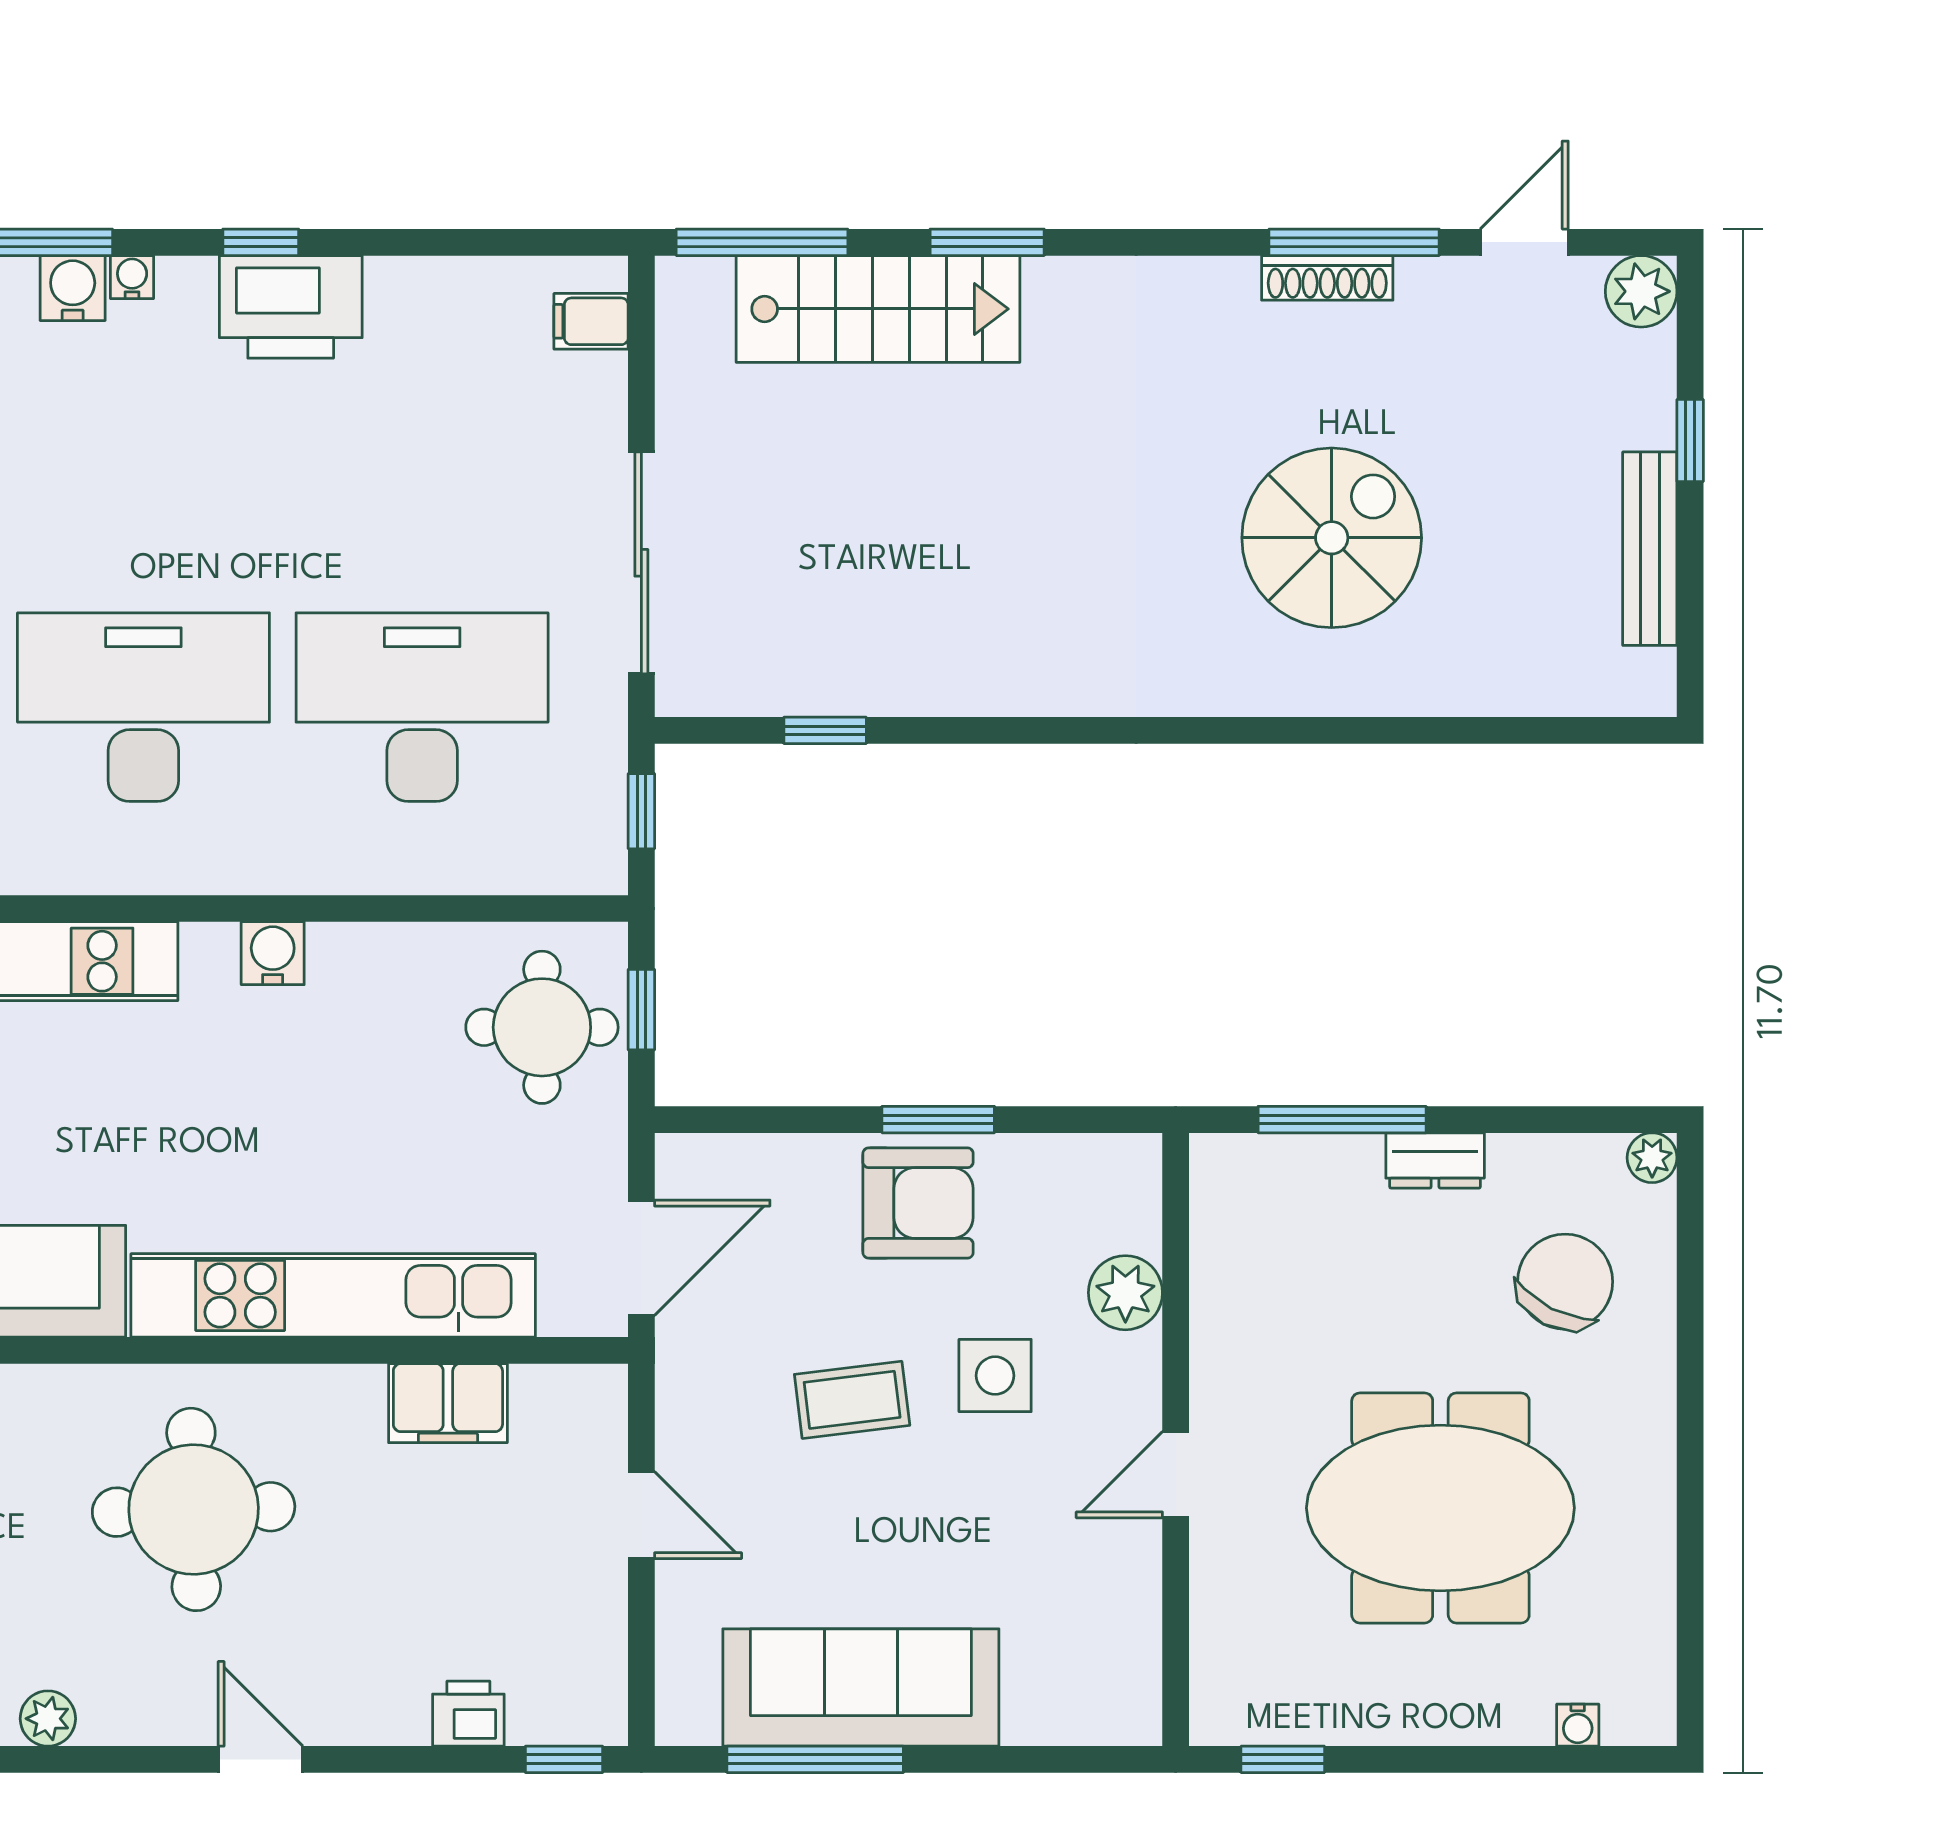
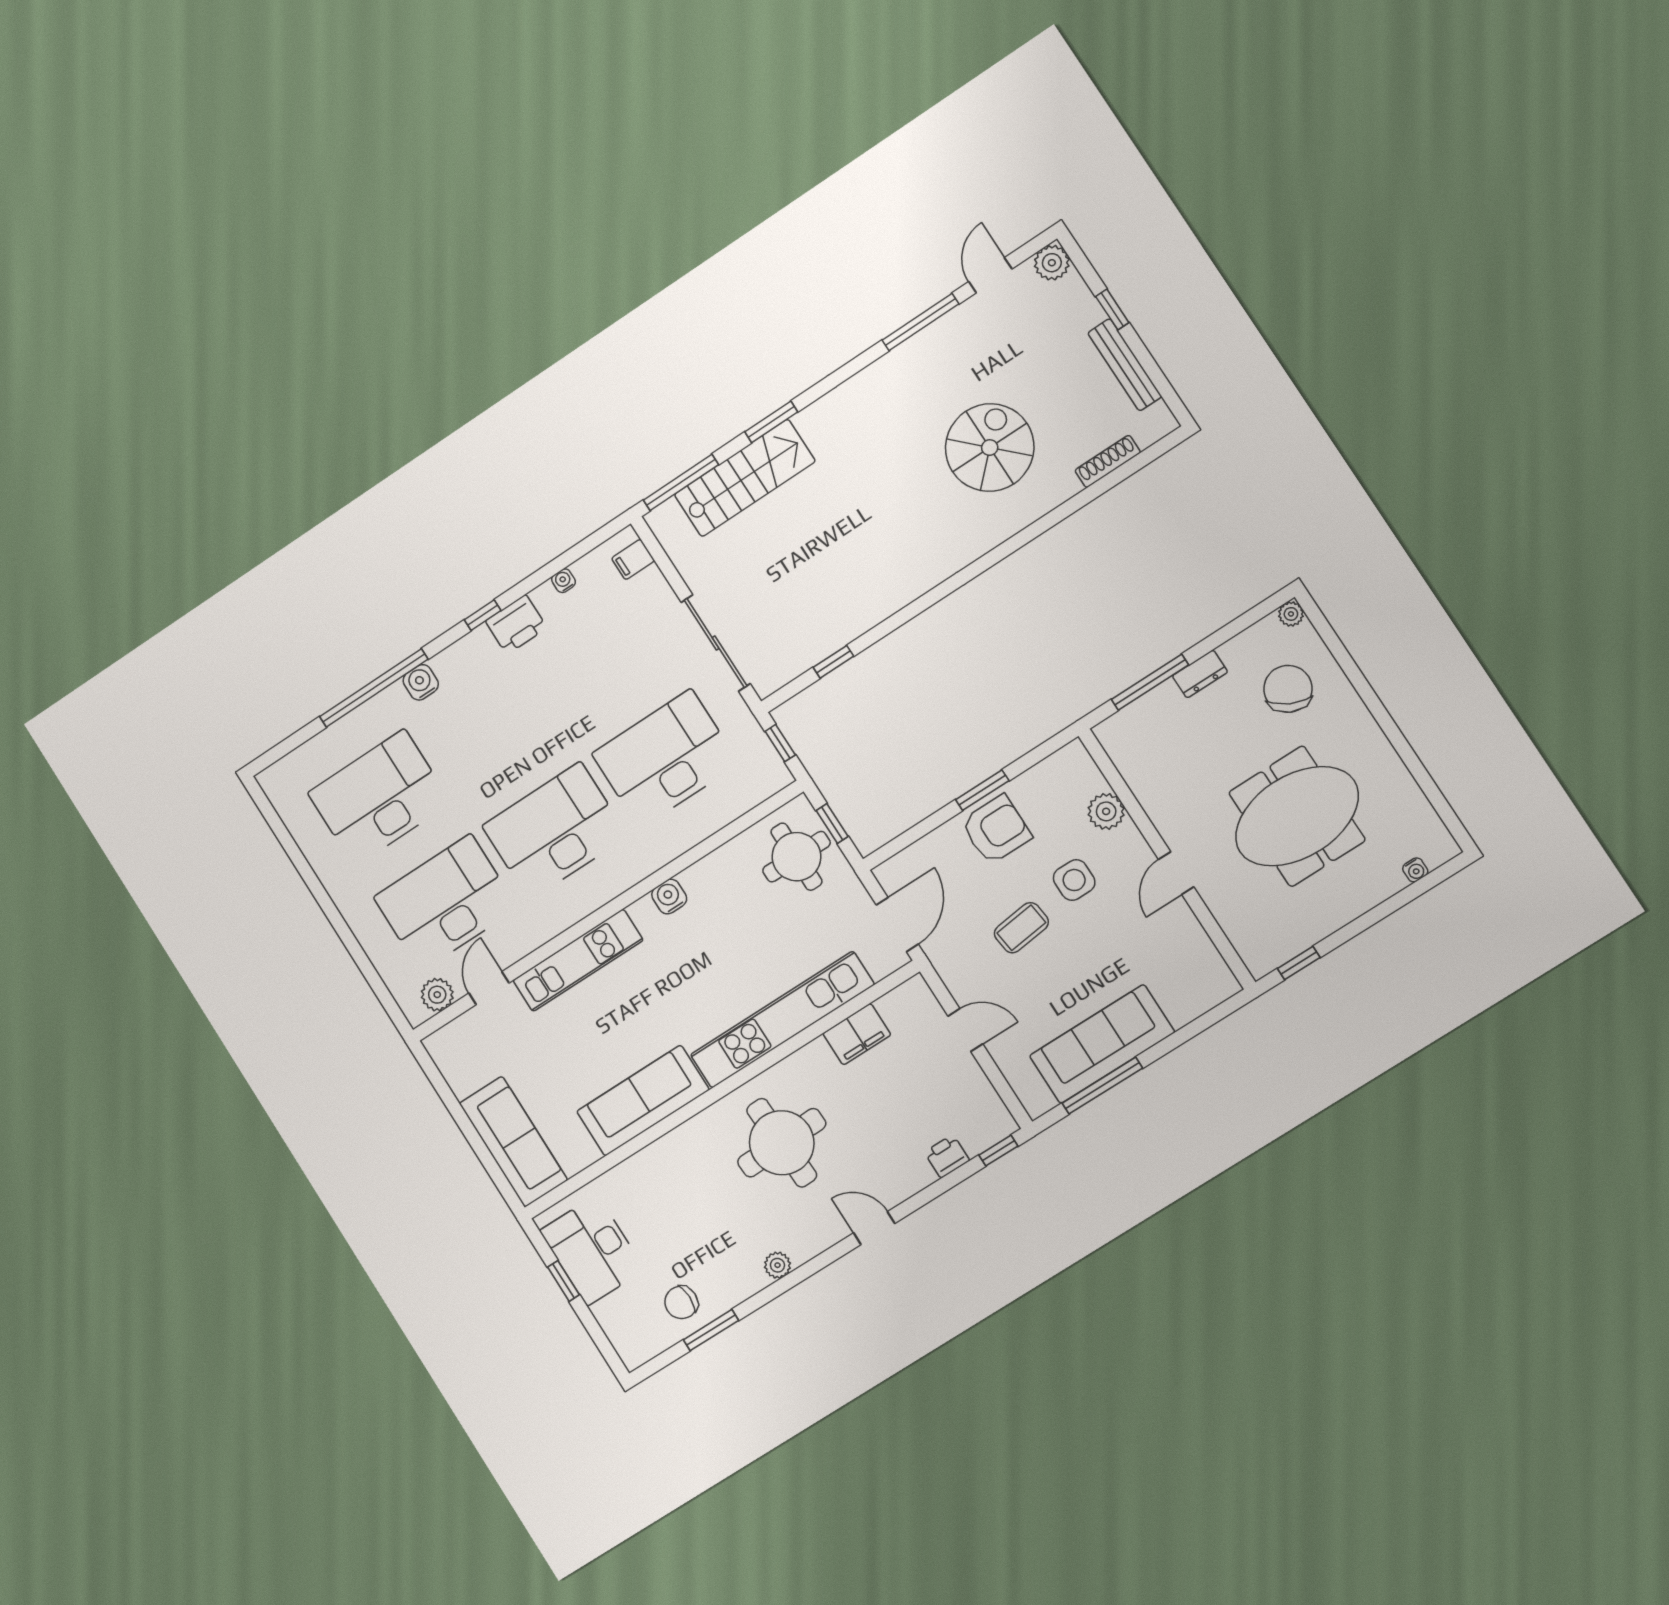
water cooler: (132, 277) -> (564, 581), moved
shoe rack: (1327, 278) -> (1108, 461), moved, turned 180
printer: (291, 307) -> (516, 624), width x0.73, depth x0.84

